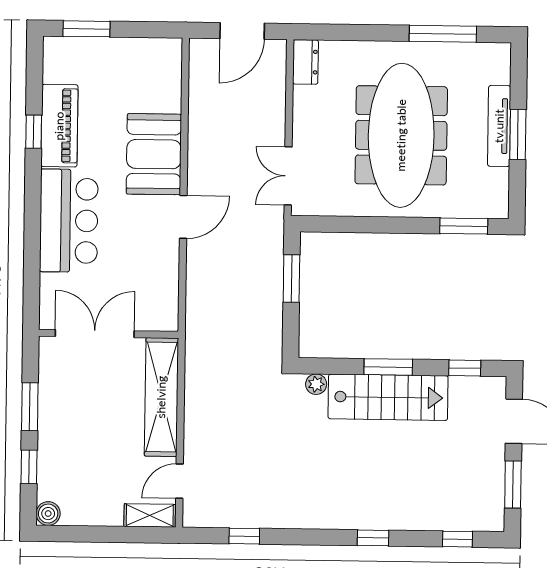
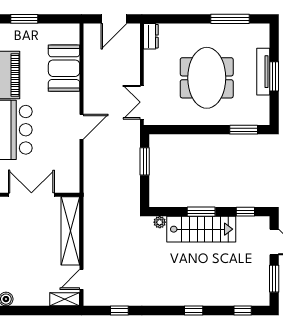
meeting table: (401, 135) -> (207, 78), width x0.73
booth: (154, 154) -> (64, 68), moved

